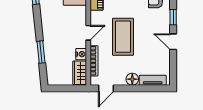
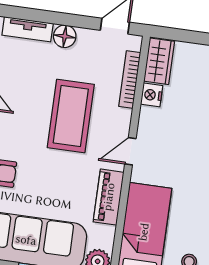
door: (88, 33) -> (130, 151), moved

